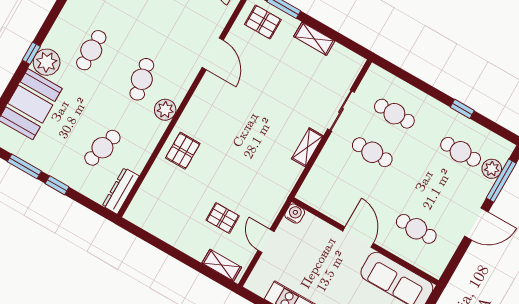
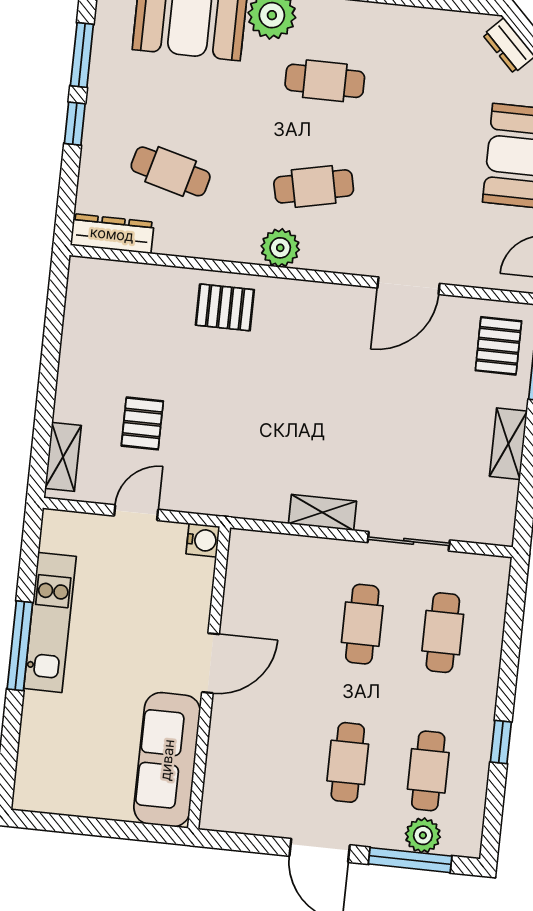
cafe table: (416, 229) -> (348, 762), moved

